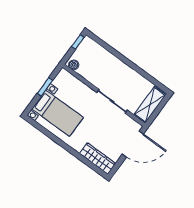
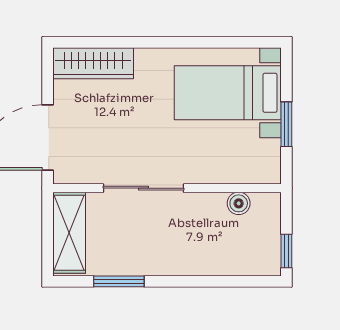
boiler: (74, 65) -> (239, 203), moved
window: (145, 75) -> (119, 281), added

